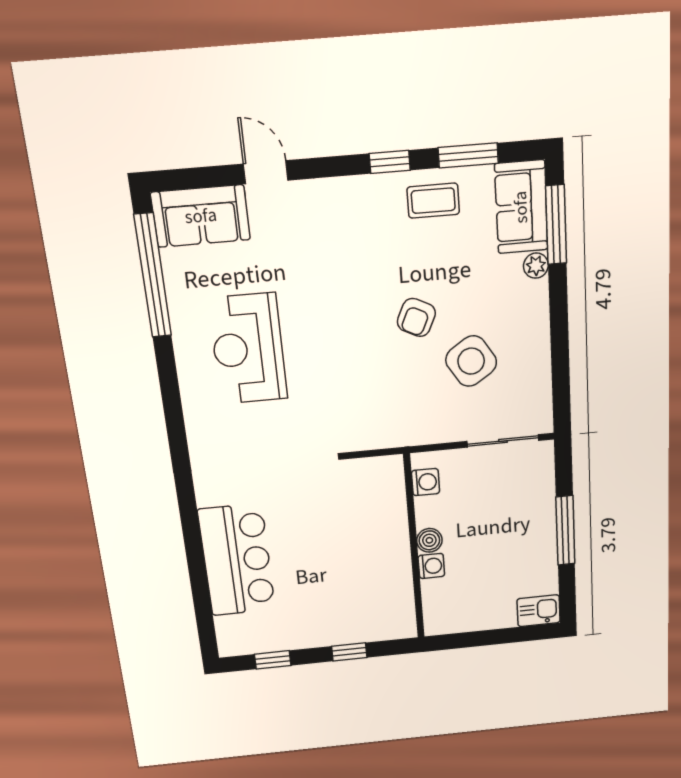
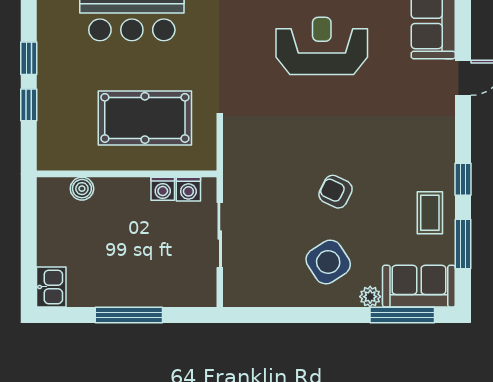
side table: (471, 361) -> (328, 262), moved
sliding door: (503, 441) -> (220, 235), moved
pool table: (351, 535) -> (145, 118), added
boiler: (429, 540) -> (82, 189), moved
washing machine: (431, 566) -> (163, 189), moved
window: (273, 660) -> (29, 58), moved

